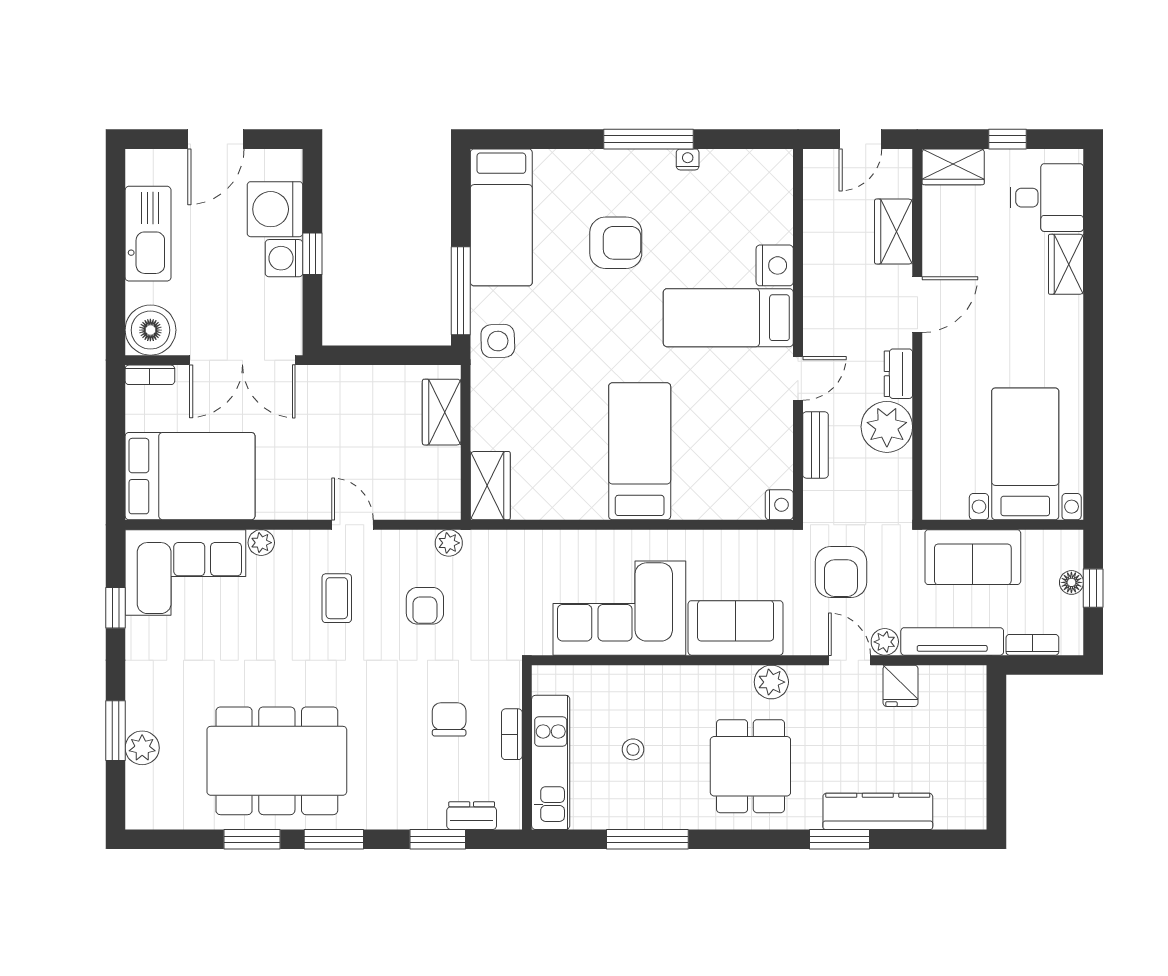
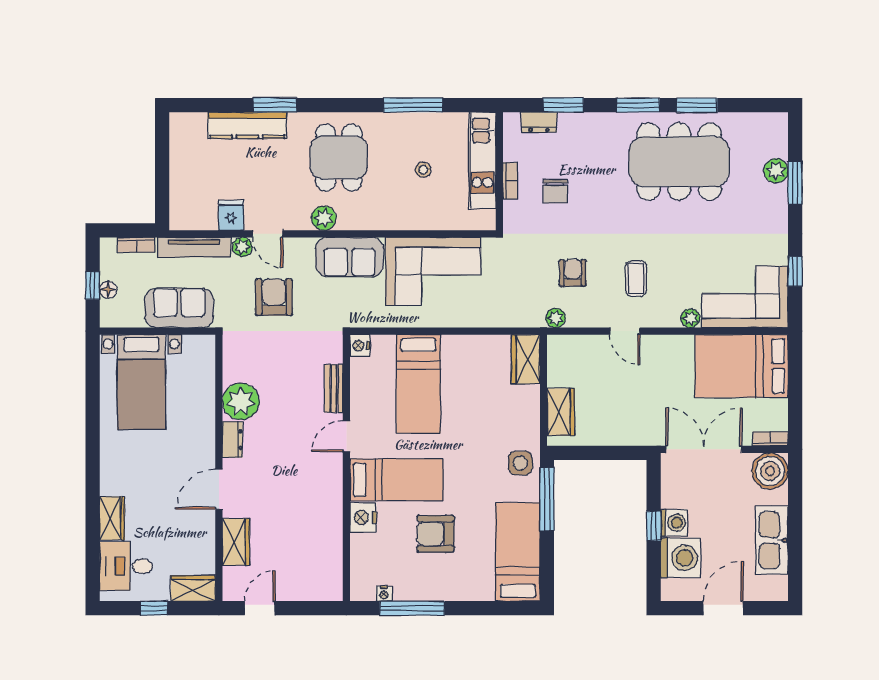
nightstand: (775, 265) -> (363, 517), moved
bed: (728, 318) -> (397, 480), moved
wall: (798, 334) -> (346, 468), moved
door: (798, 378) -> (346, 436), moved
bench: (815, 445) -> (334, 388), moved
nightstand: (779, 505) -> (360, 345), moved

